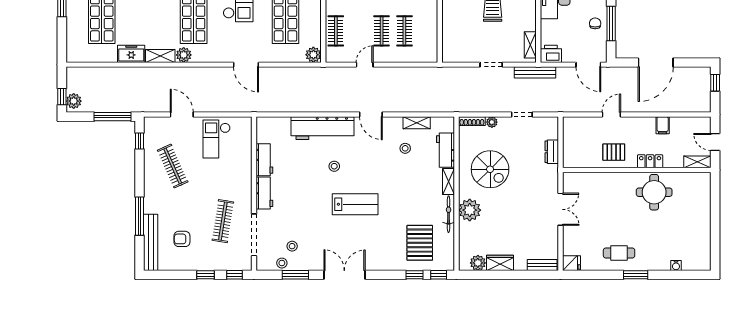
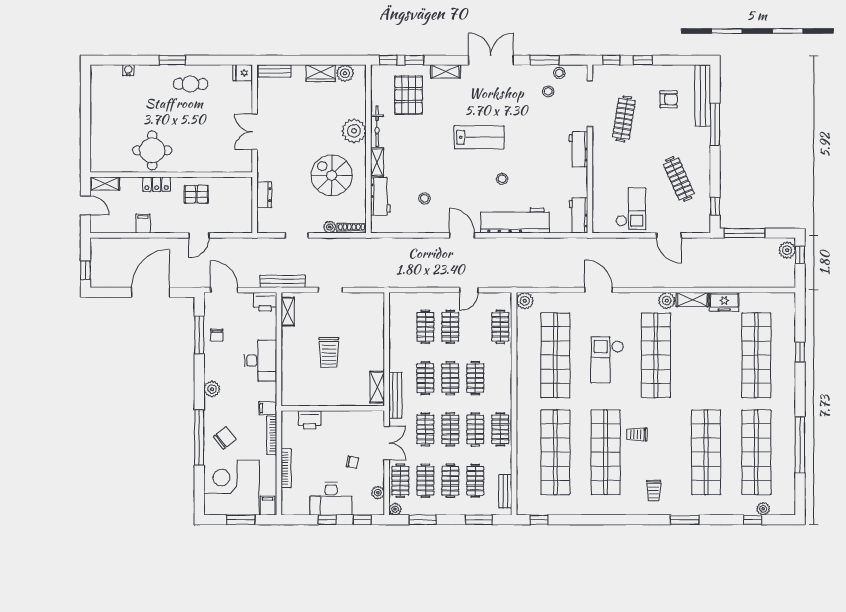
shelving: (417, 123) -> (445, 71), moved
workbench: (264, 160) -> (578, 215), moved
lab bench: (355, 204) -> (479, 137), turned 180
double door: (344, 275) -> (491, 60), swing flipped

